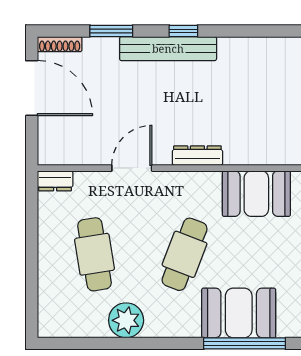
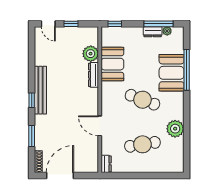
bench: (168, 49) -> (40, 90), moved
plant: (277, 150) -> (91, 54), added
dresser: (197, 156) -> (94, 75), moved

